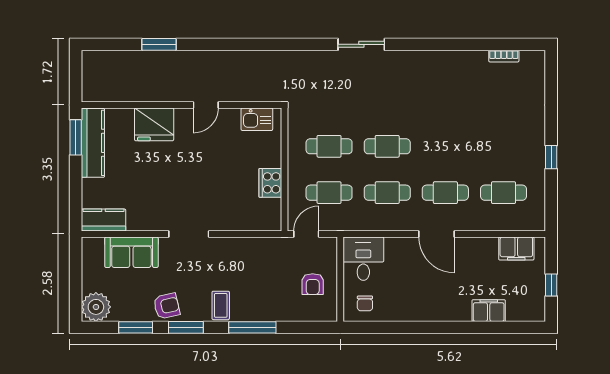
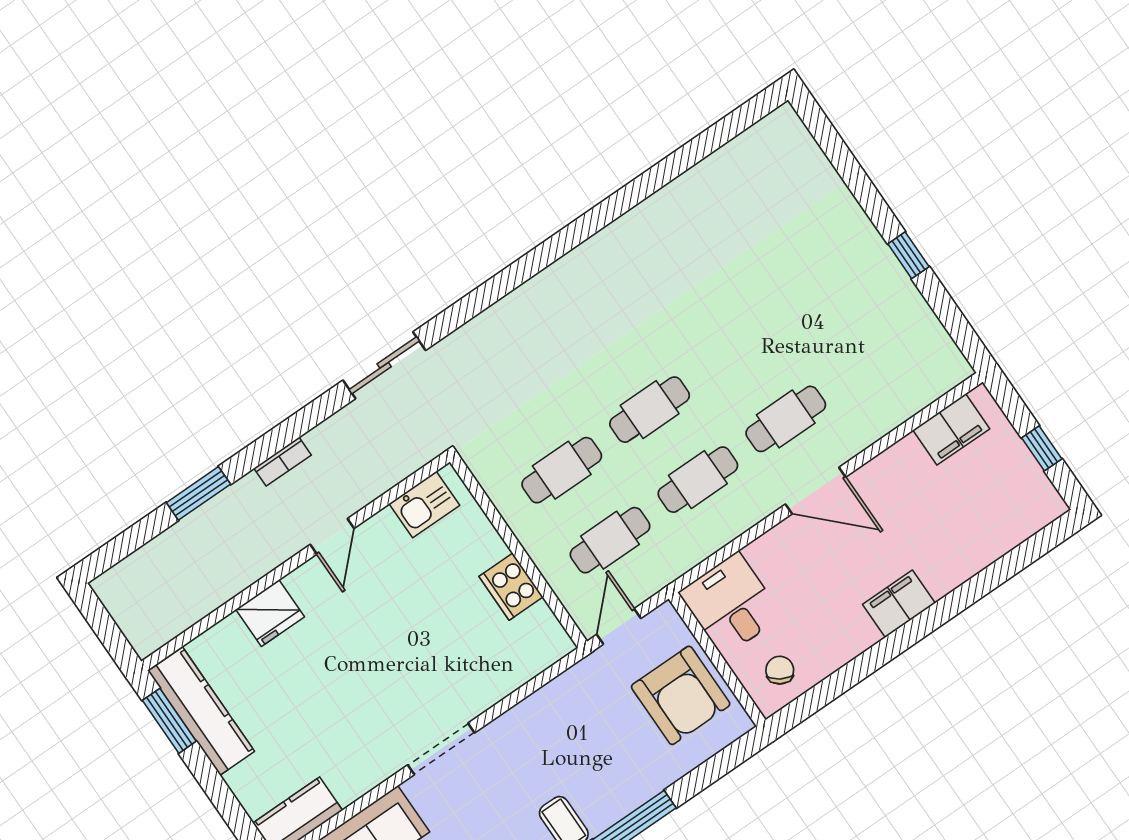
sliding door: (361, 44) -> (384, 365), moved
bookcase: (504, 56) -> (283, 462), moved
fridge: (154, 124) -> (270, 613), width x0.73, depth x0.75
cafe table: (503, 193) -> (874, 358), removed
armchair: (313, 284) -> (681, 695), width x1.88, depth x1.88
chair: (365, 303) -> (780, 670), turned -148
filing cabinet: (489, 311) -> (899, 604), moved

